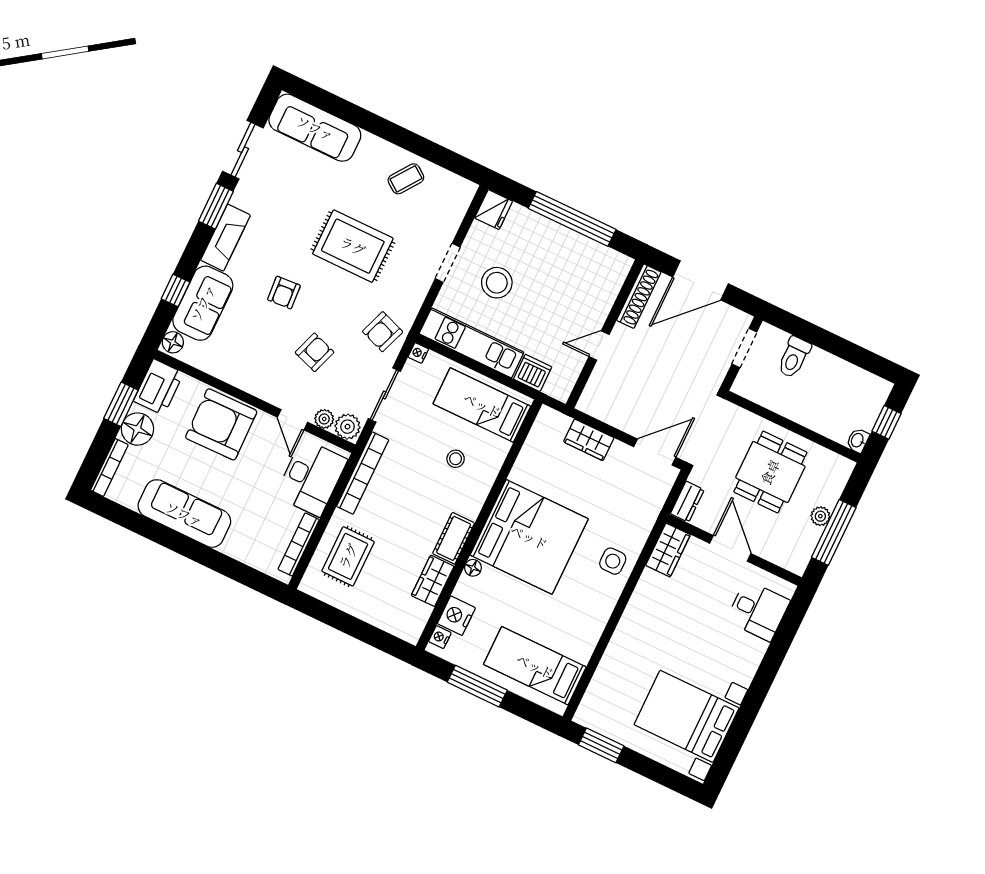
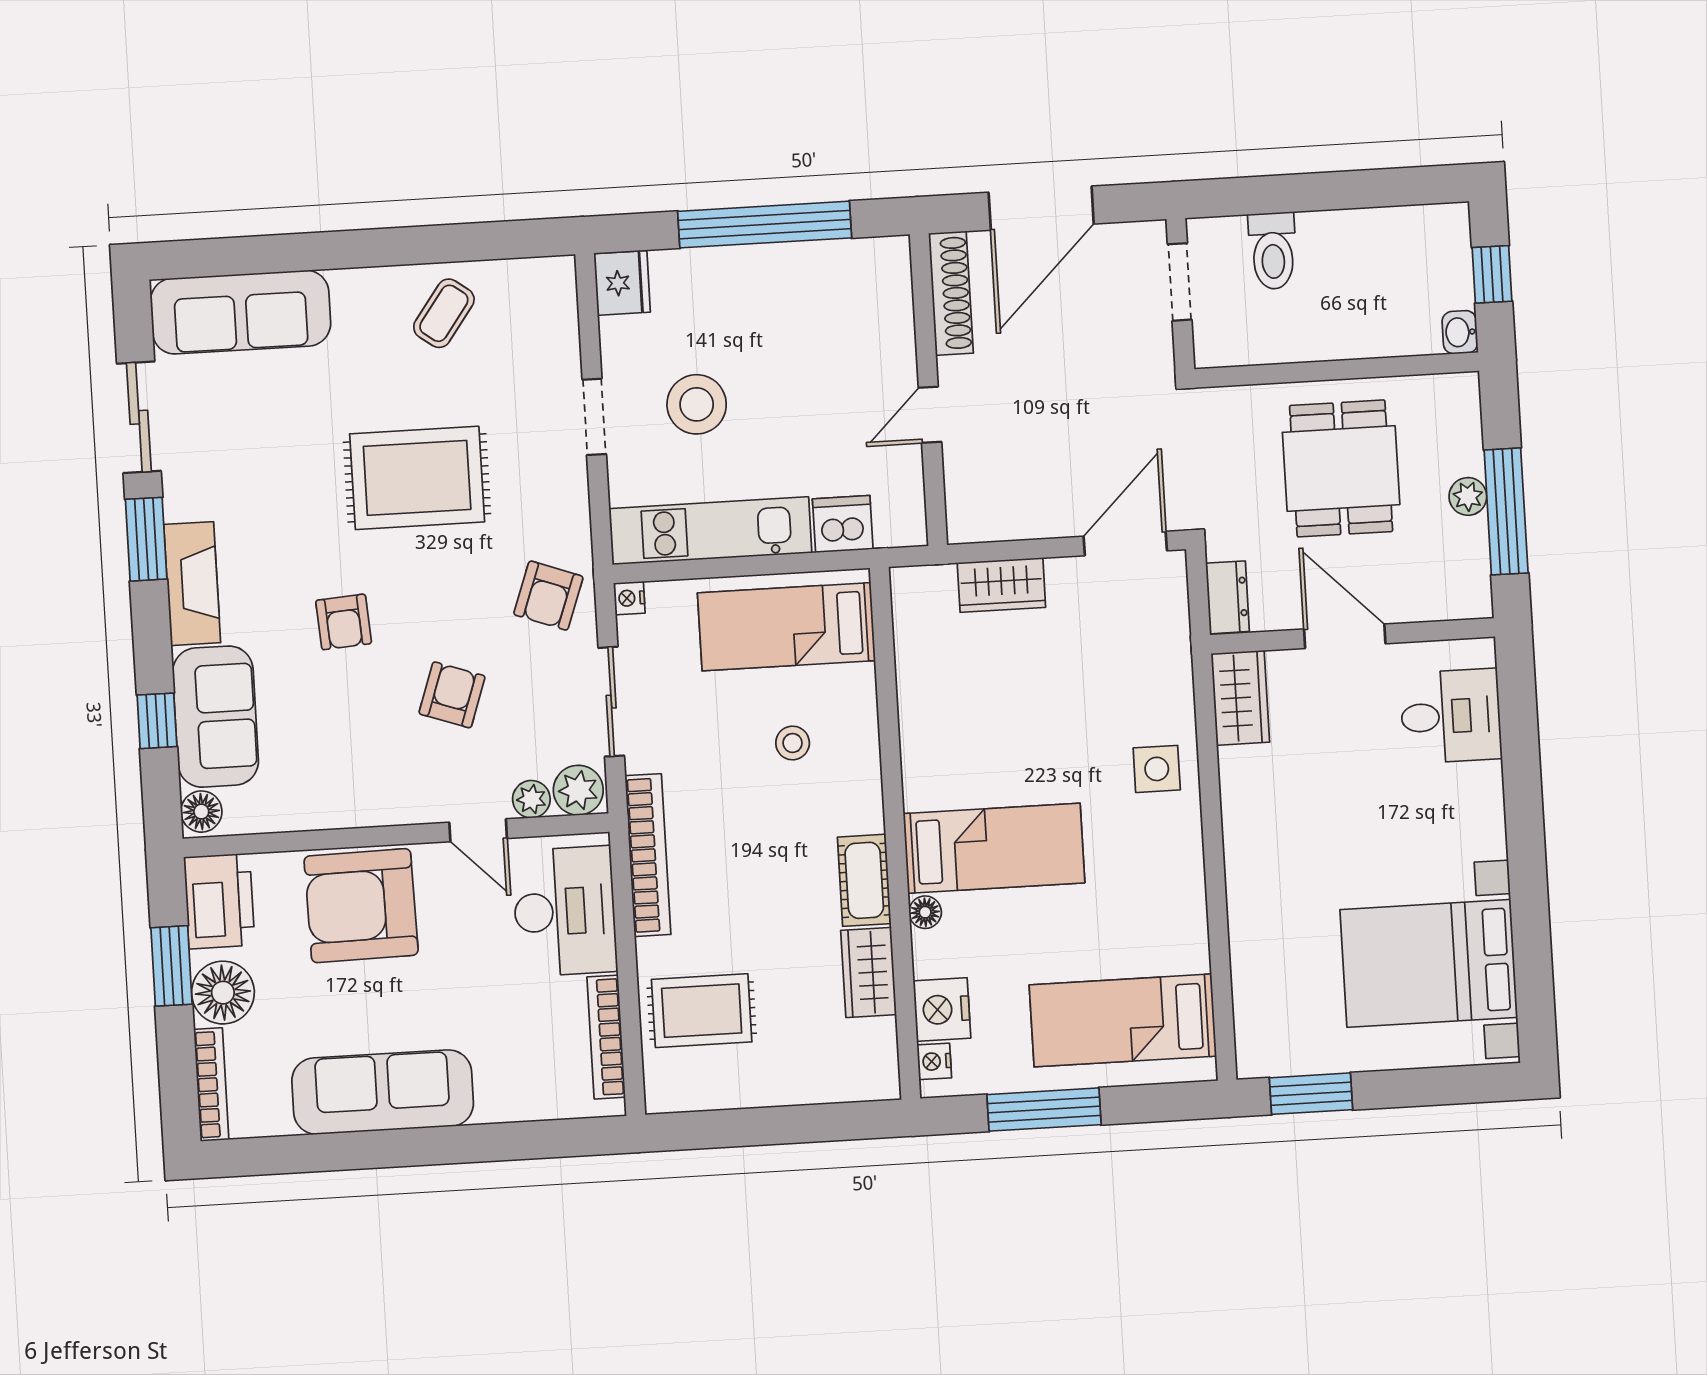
bed: (529, 537) -> (994, 848), width x0.49
rug: (348, 556) -> (702, 1011), turned 90

